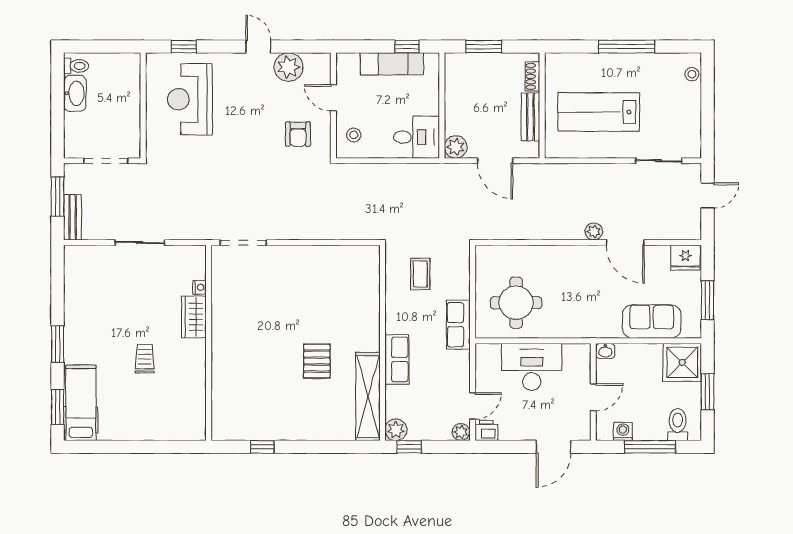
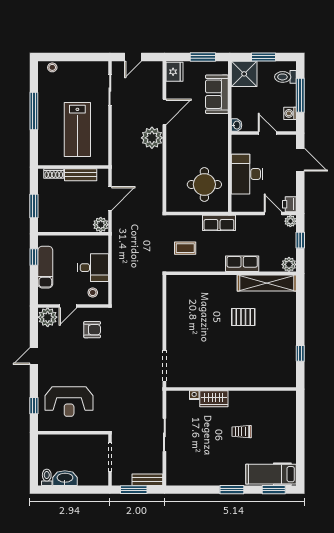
plant: (288, 67) -> (48, 317), moved
desk: (417, 137) -> (93, 268), moved, turned 90
door: (707, 195) -> (133, 57), swing flipped
plant: (594, 231) -> (152, 138), width x1.88, depth x1.88
window: (409, 447) -> (300, 240), moved

